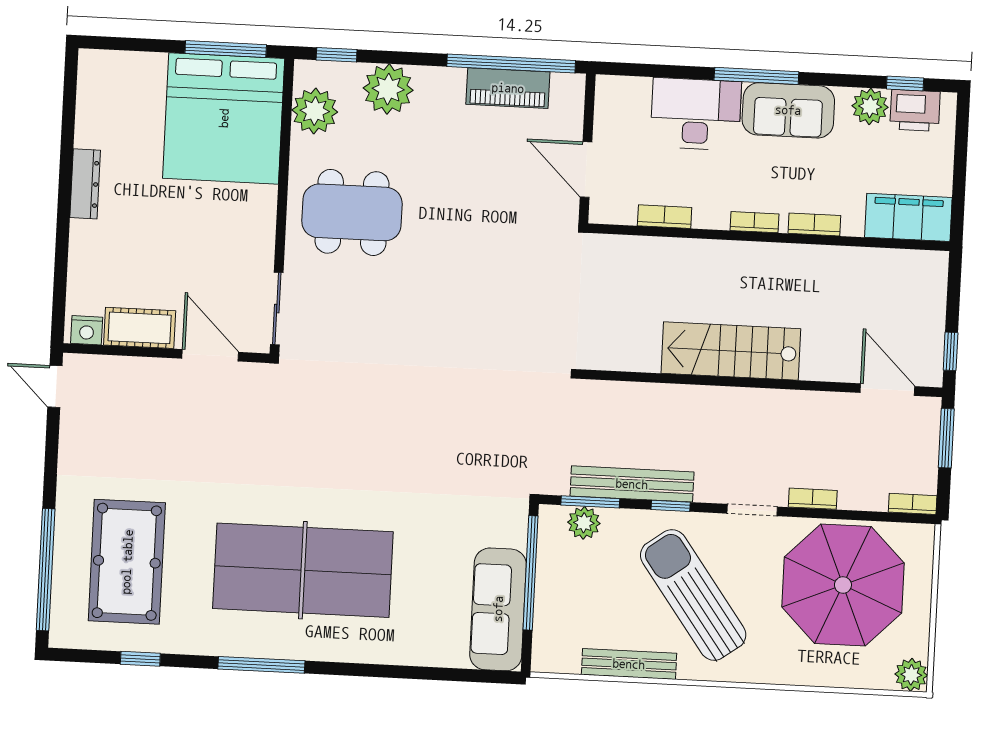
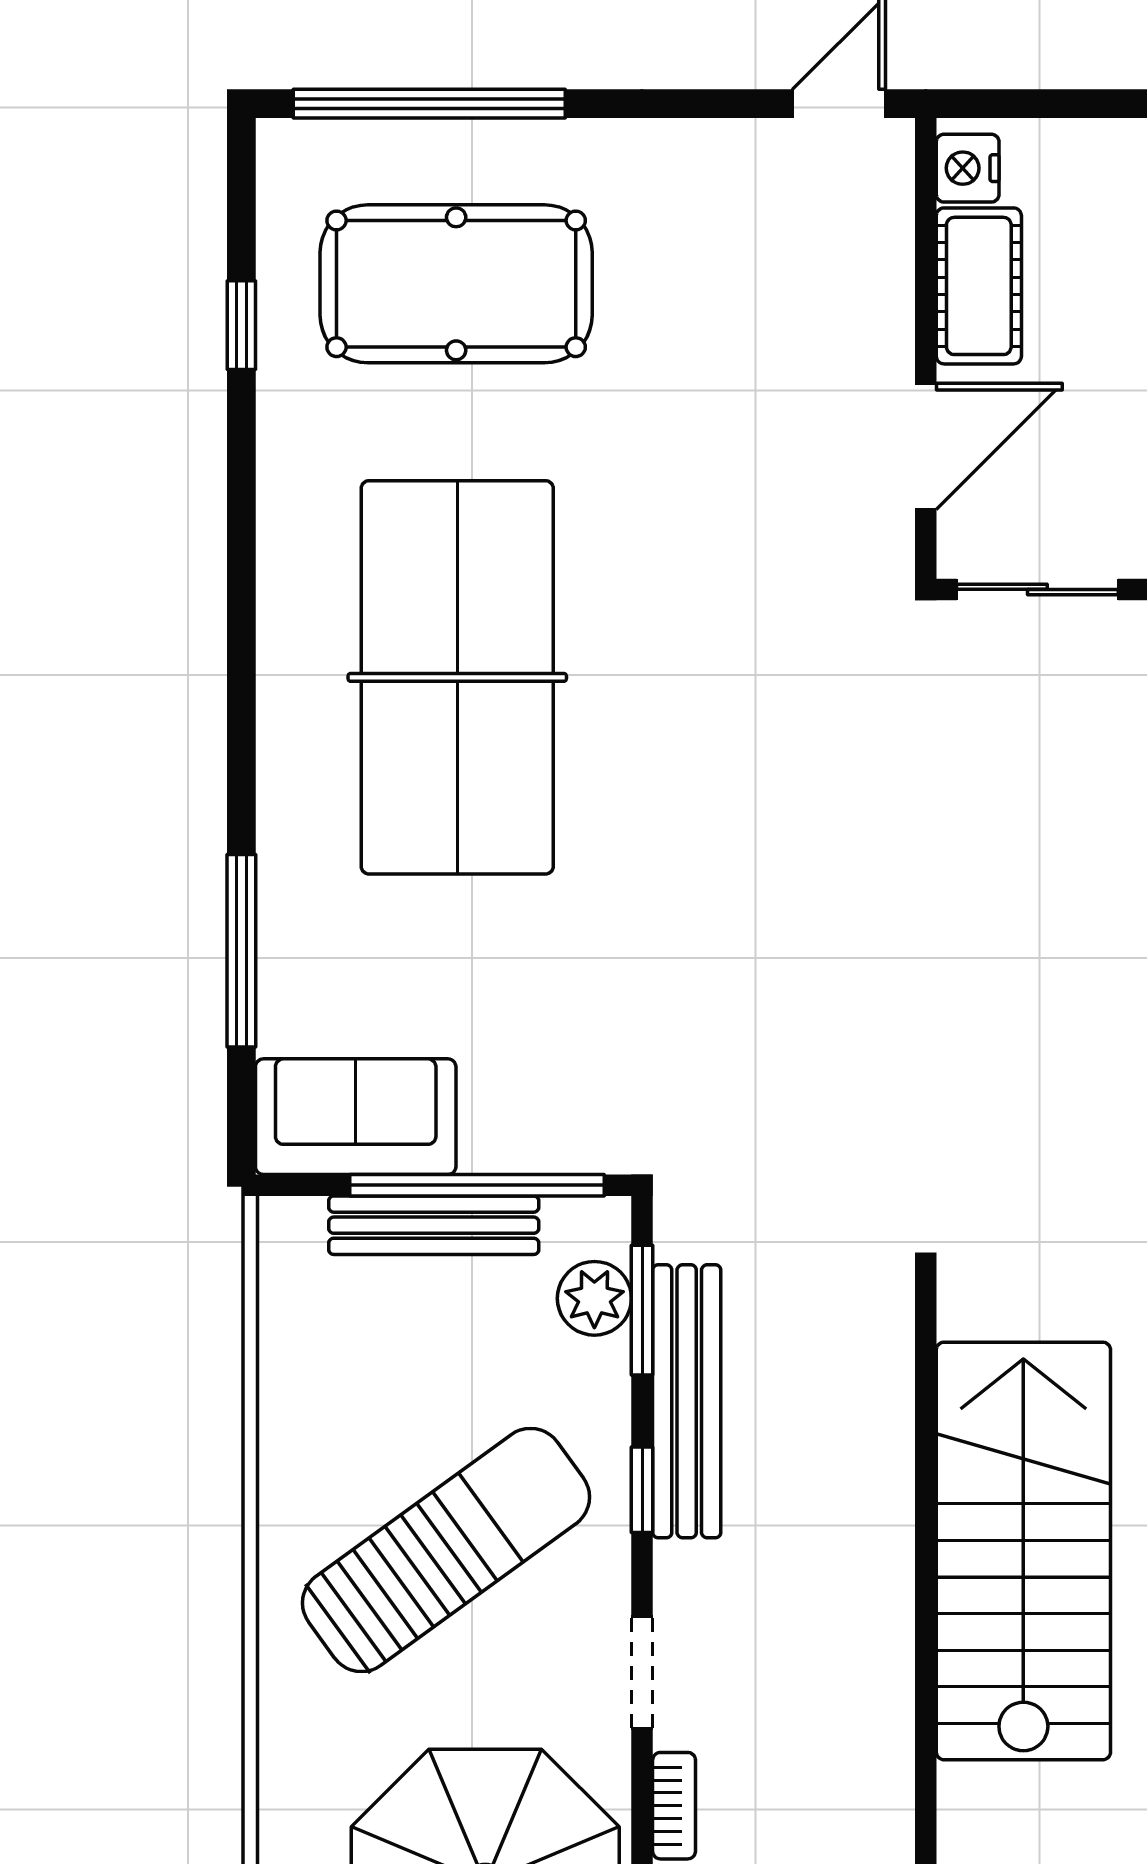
stairs: (731, 351) -> (1023, 1551), width x1.36, depth x1.51
sofa: (498, 609) -> (356, 1117), width x0.73
bench: (629, 664) -> (434, 1225), moved, turned 90
window: (261, 665) -> (241, 951), moved

